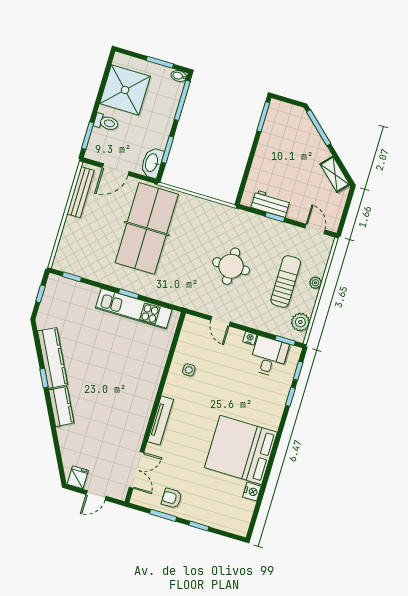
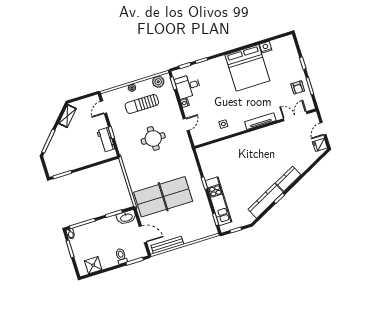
shower: (125, 90) -> (93, 265), width x0.54, depth x0.54
kitchen unit: (134, 309) -> (219, 201), moved
door: (96, 495) -> (323, 129), swing flipped

